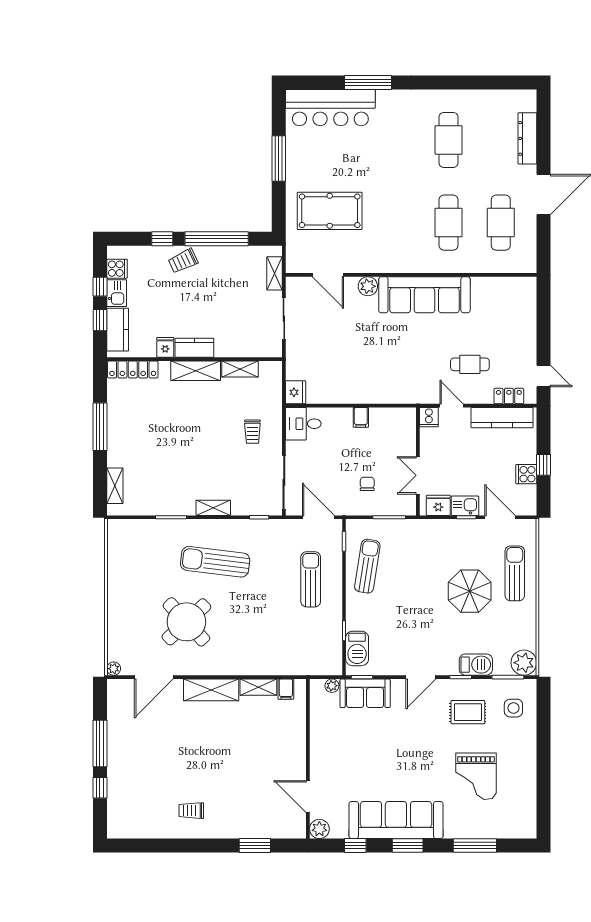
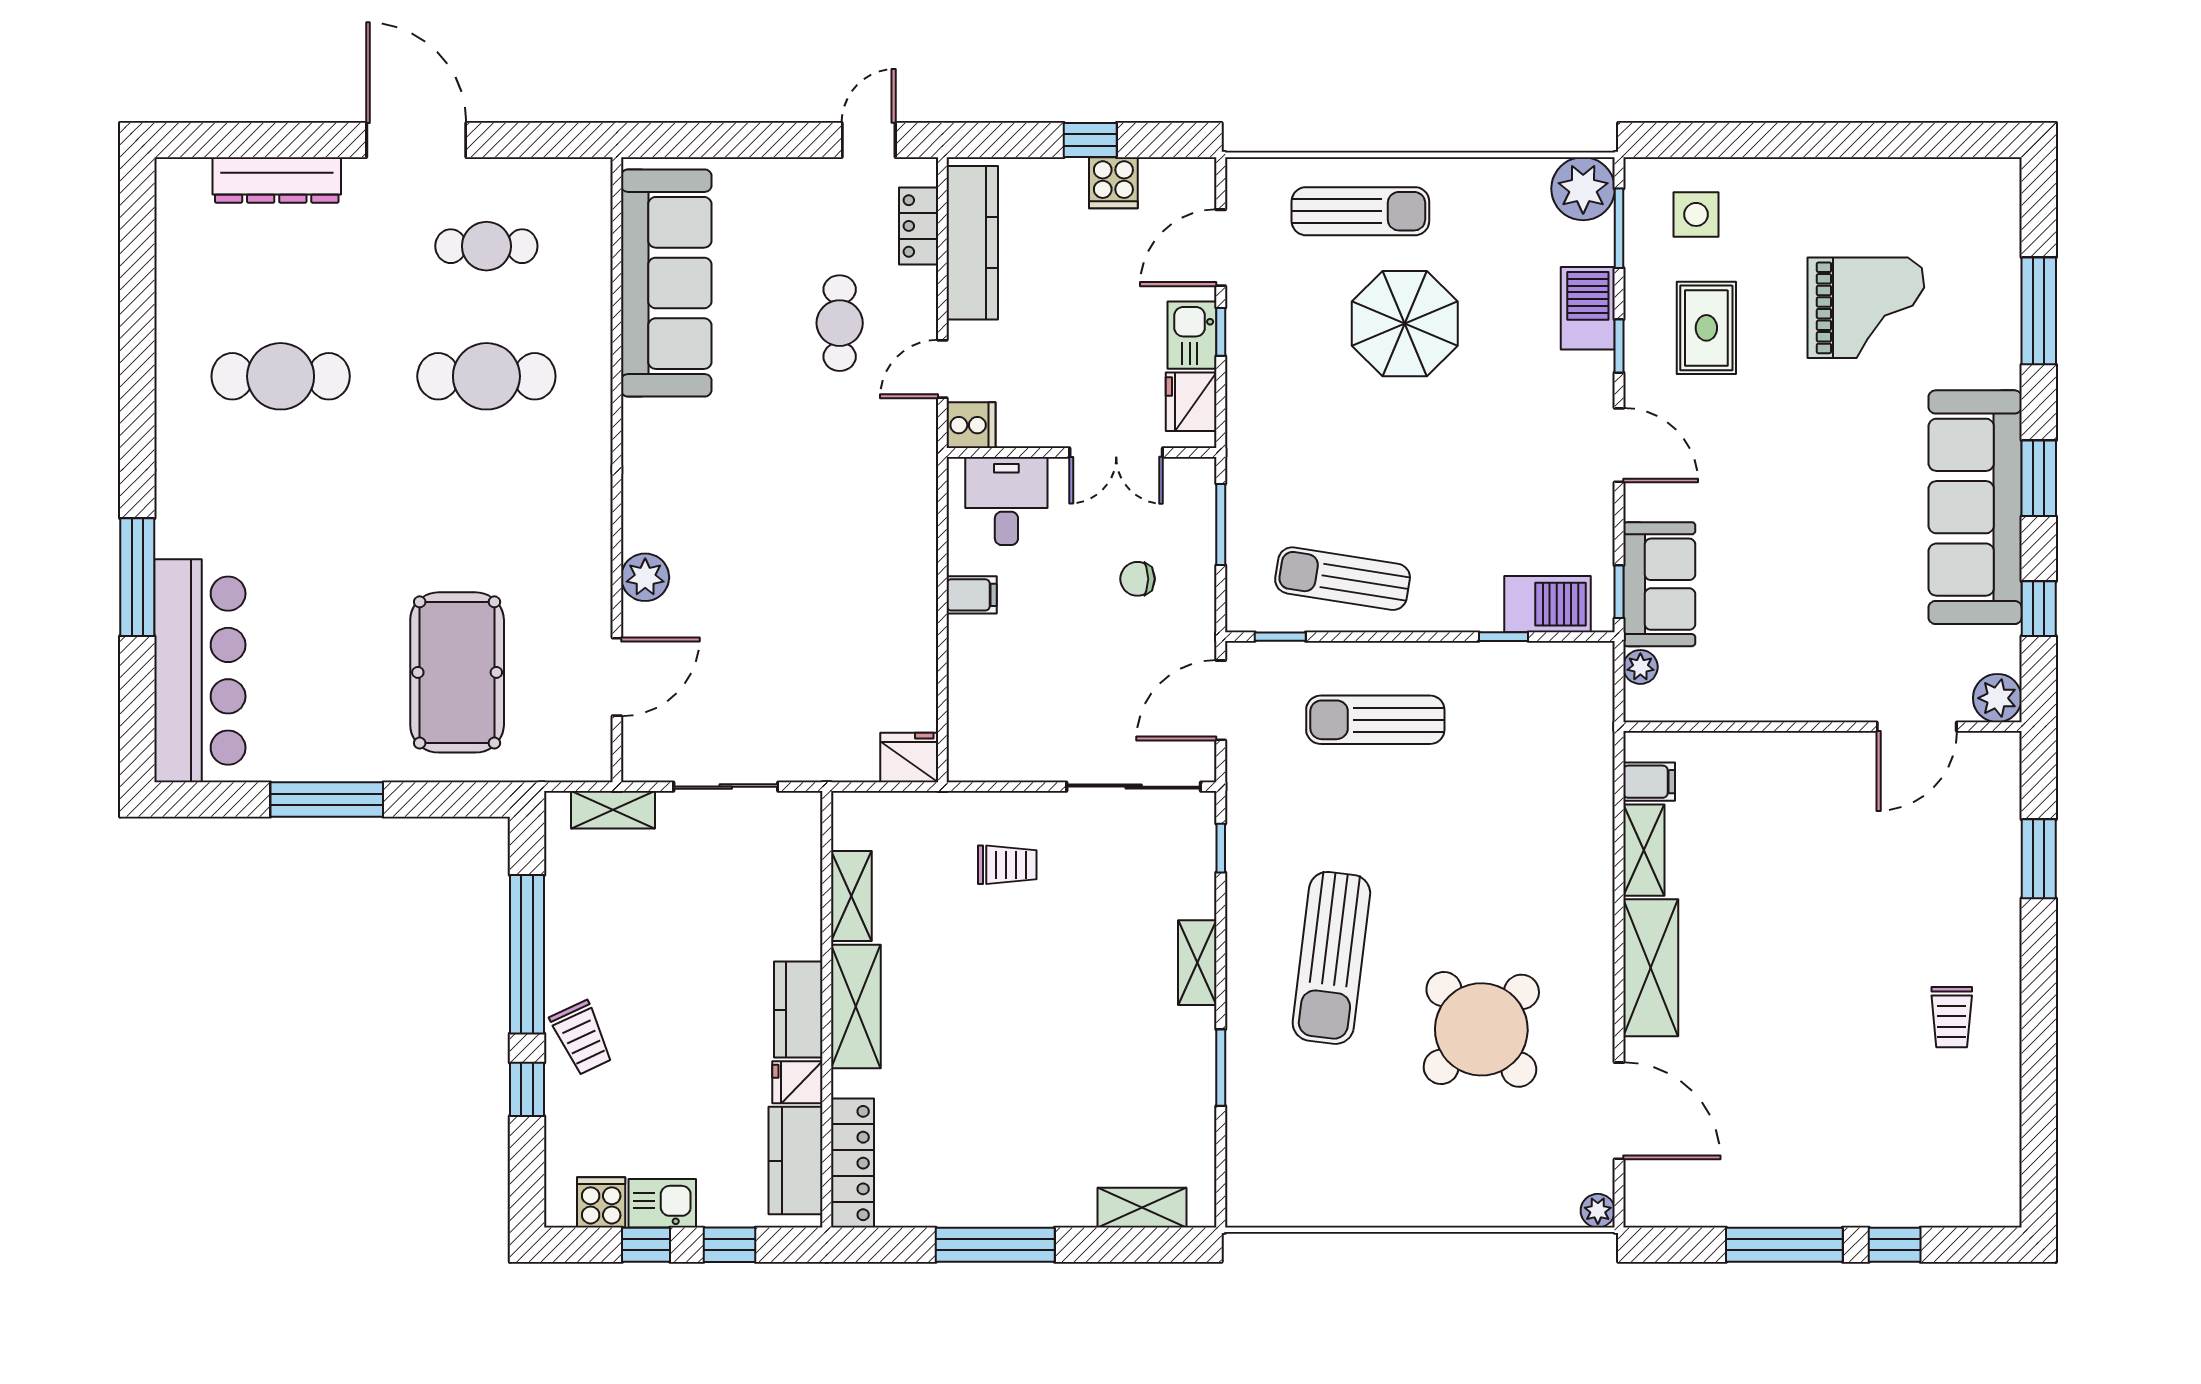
cafe table: (501, 223) -> (486, 246), width x0.73, depth x0.74
sofa: (424, 295) -> (666, 283), moved
kitchen counter: (118, 330) -> (796, 1161), moved, turned -90
desk: (303, 424) -> (1006, 501), moved, turned 180
sun lounger: (515, 573) -> (1360, 211), turned 180

